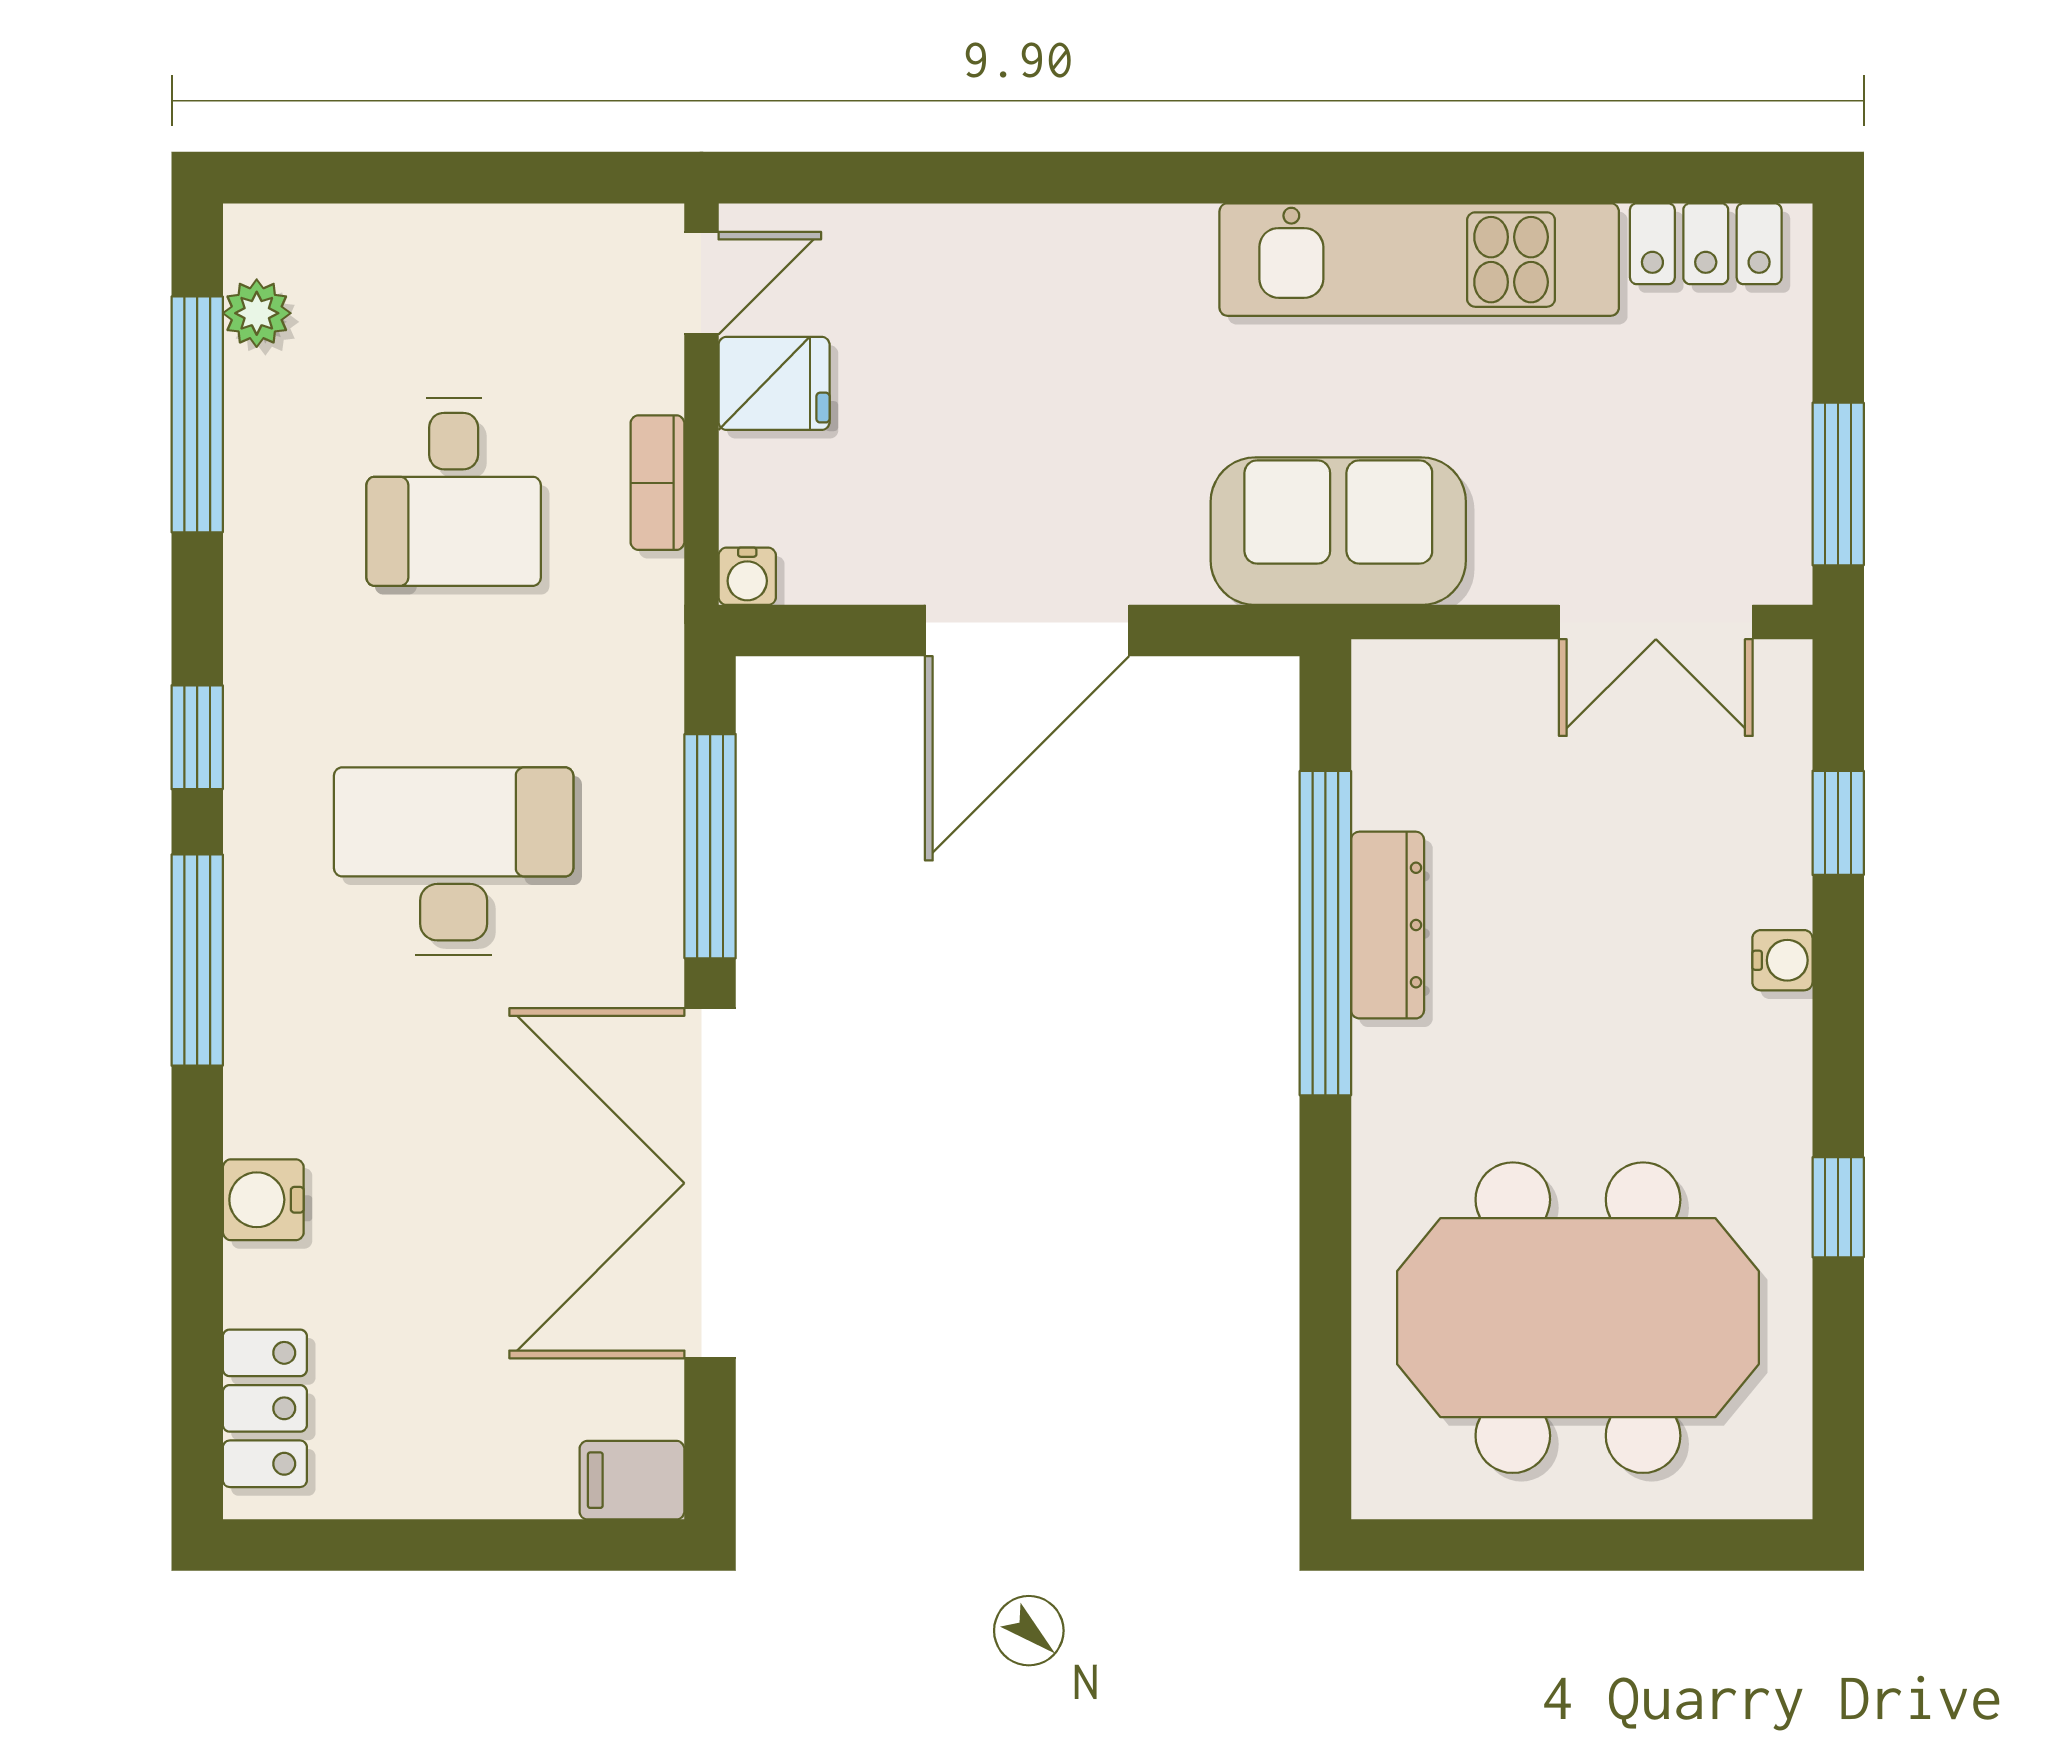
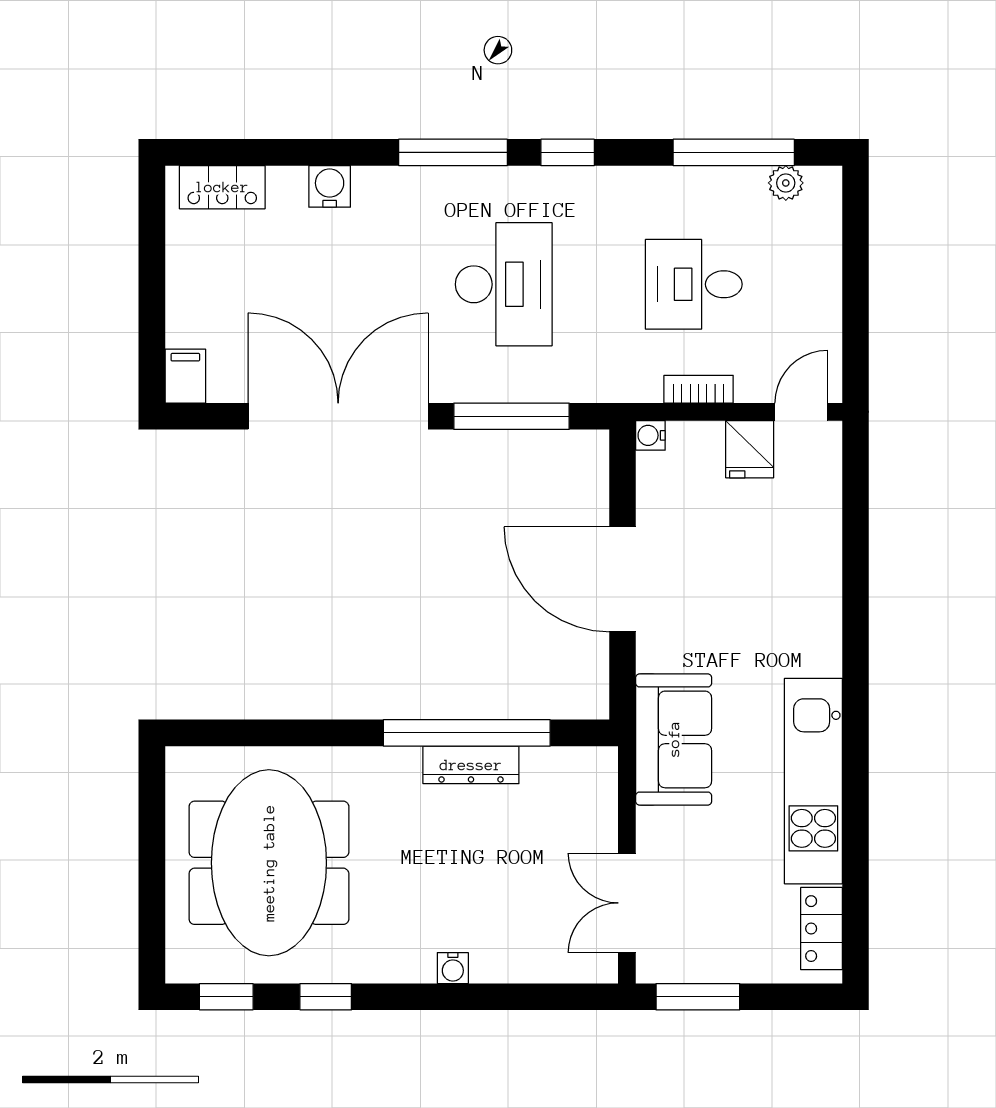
door: (701, 283) -> (801, 412), swing flipped
window: (1838, 823) -> (226, 997), moved

